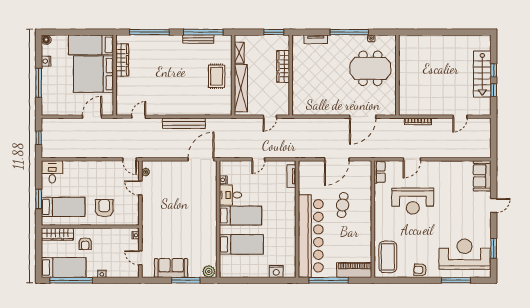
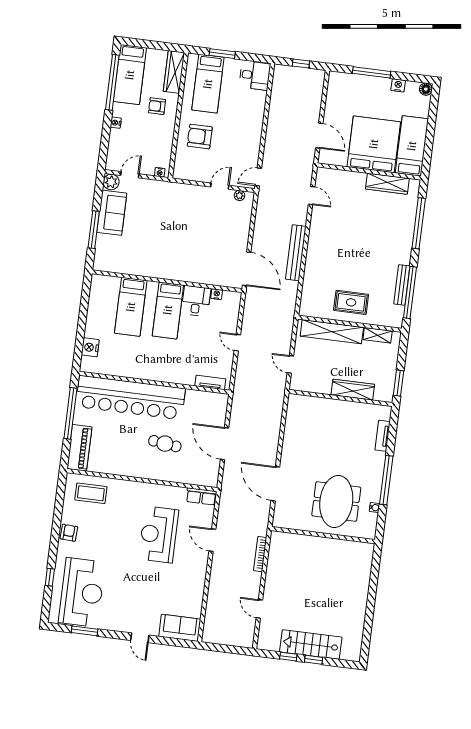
armchair: (104, 208) -> (200, 136), turned 180
coffee table: (388, 257) -> (91, 493), width x0.73, depth x0.76
plant: (209, 271) -> (111, 182), moved
window: (456, 280) -> (50, 577), width x0.46

